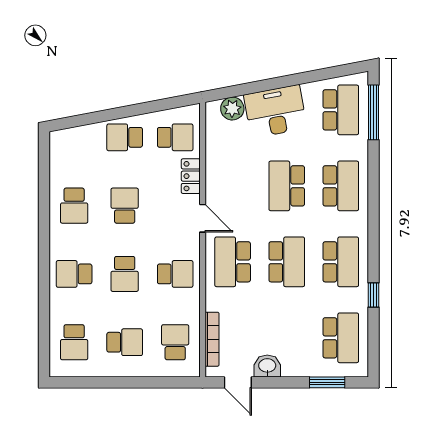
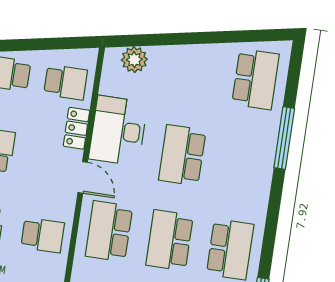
desk: (275, 111) -> (118, 131), moved, turned -79
window: (374, 112) -> (284, 138), moved
school desk: (341, 186) -> (243, 164), removed
school desk: (287, 262) -> (170, 240), turned 180

